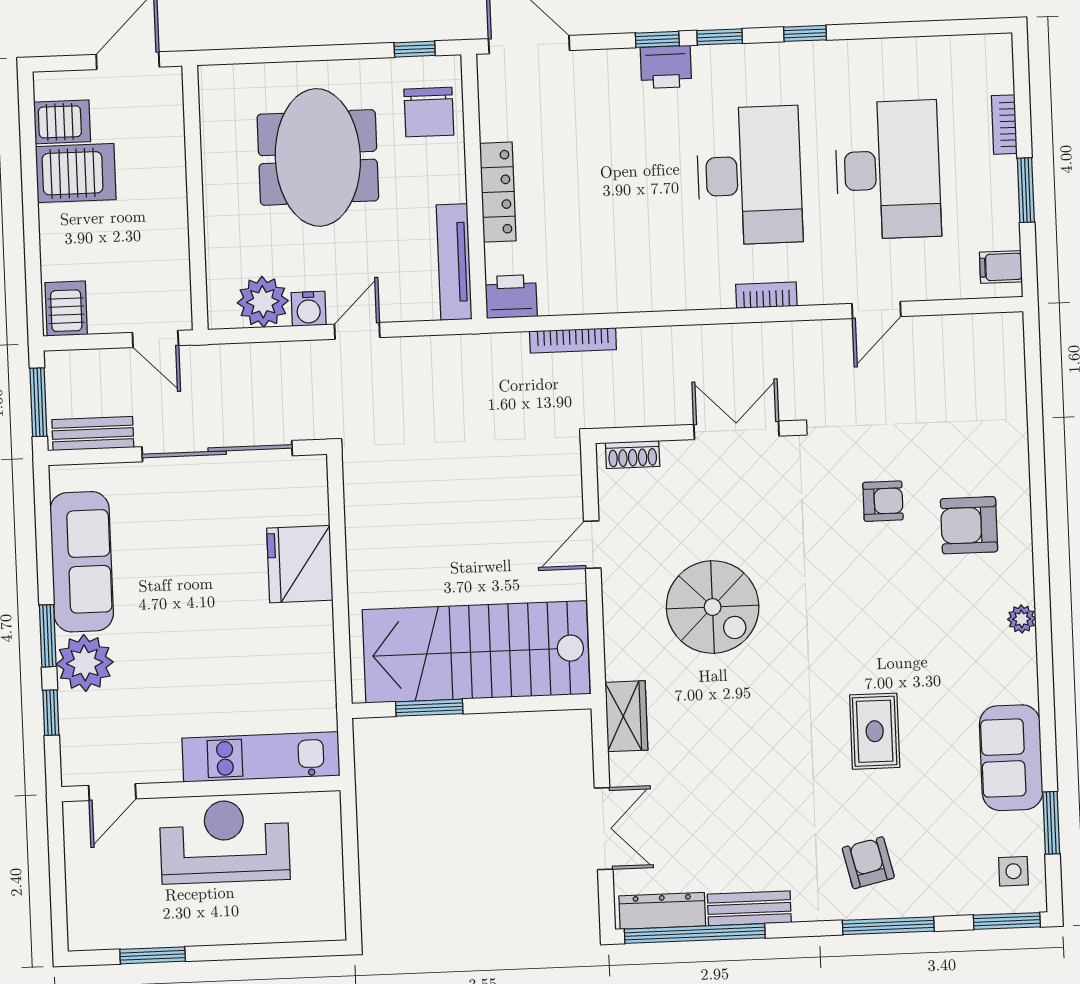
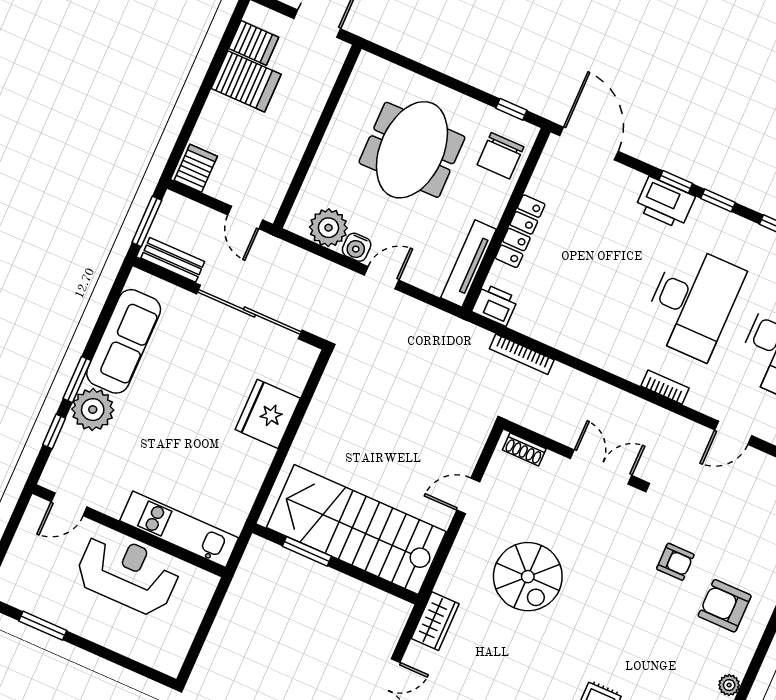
printer: (666, 67) -> (665, 203), width x1.37, depth x1.19

